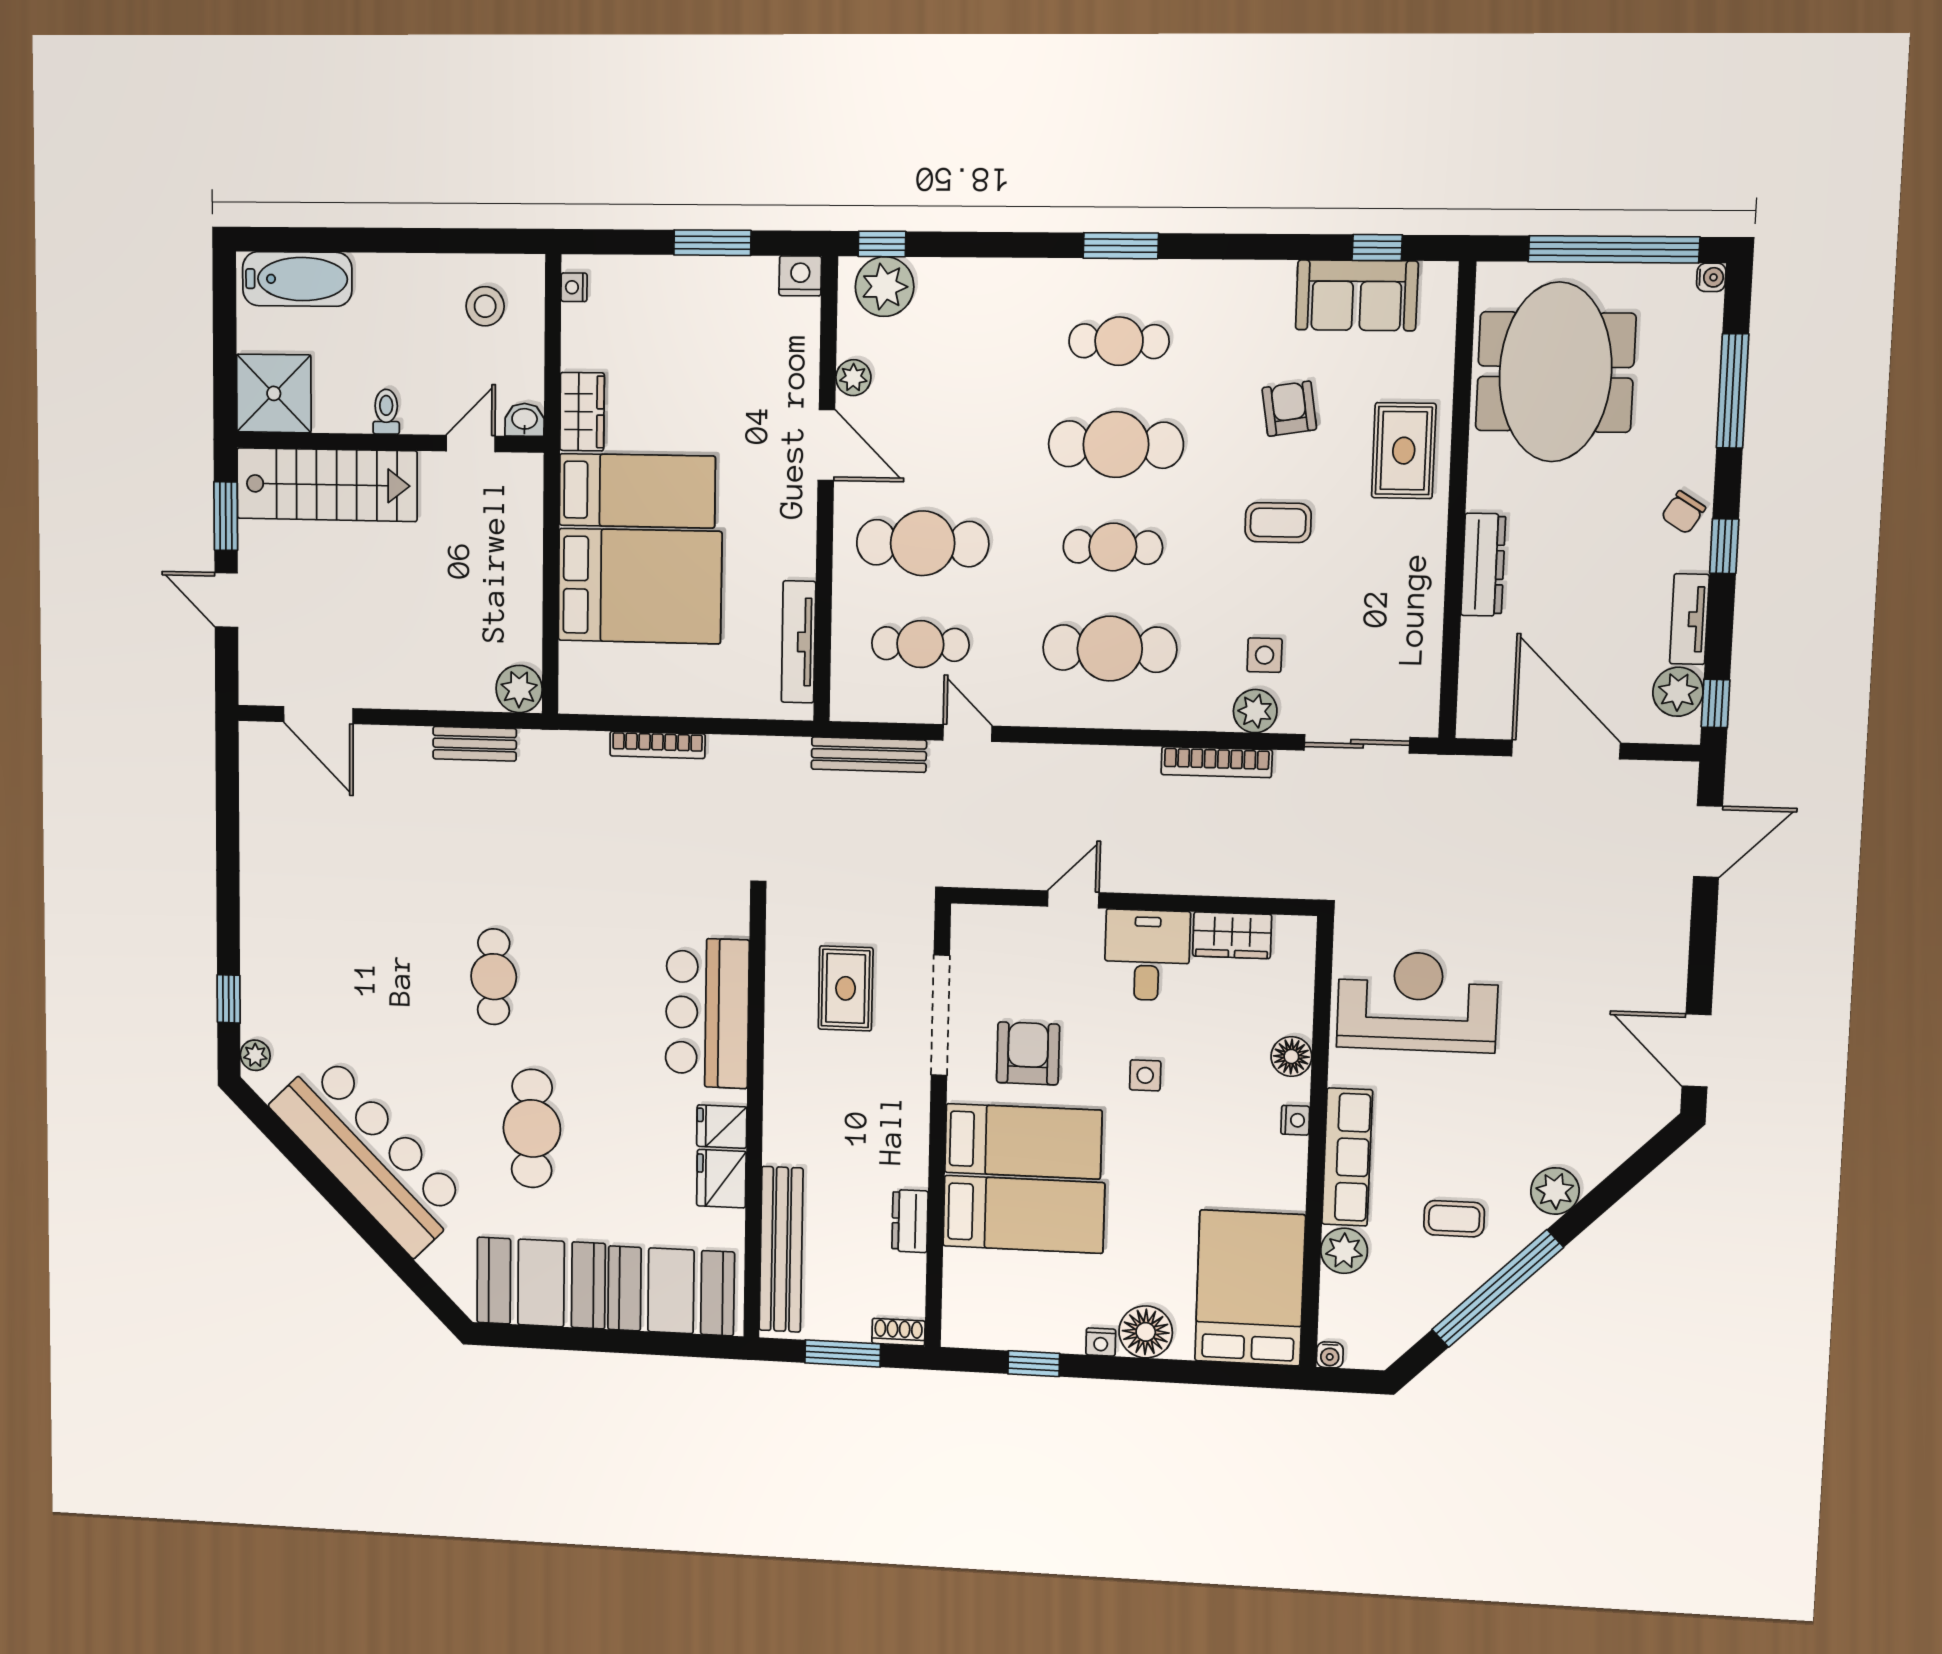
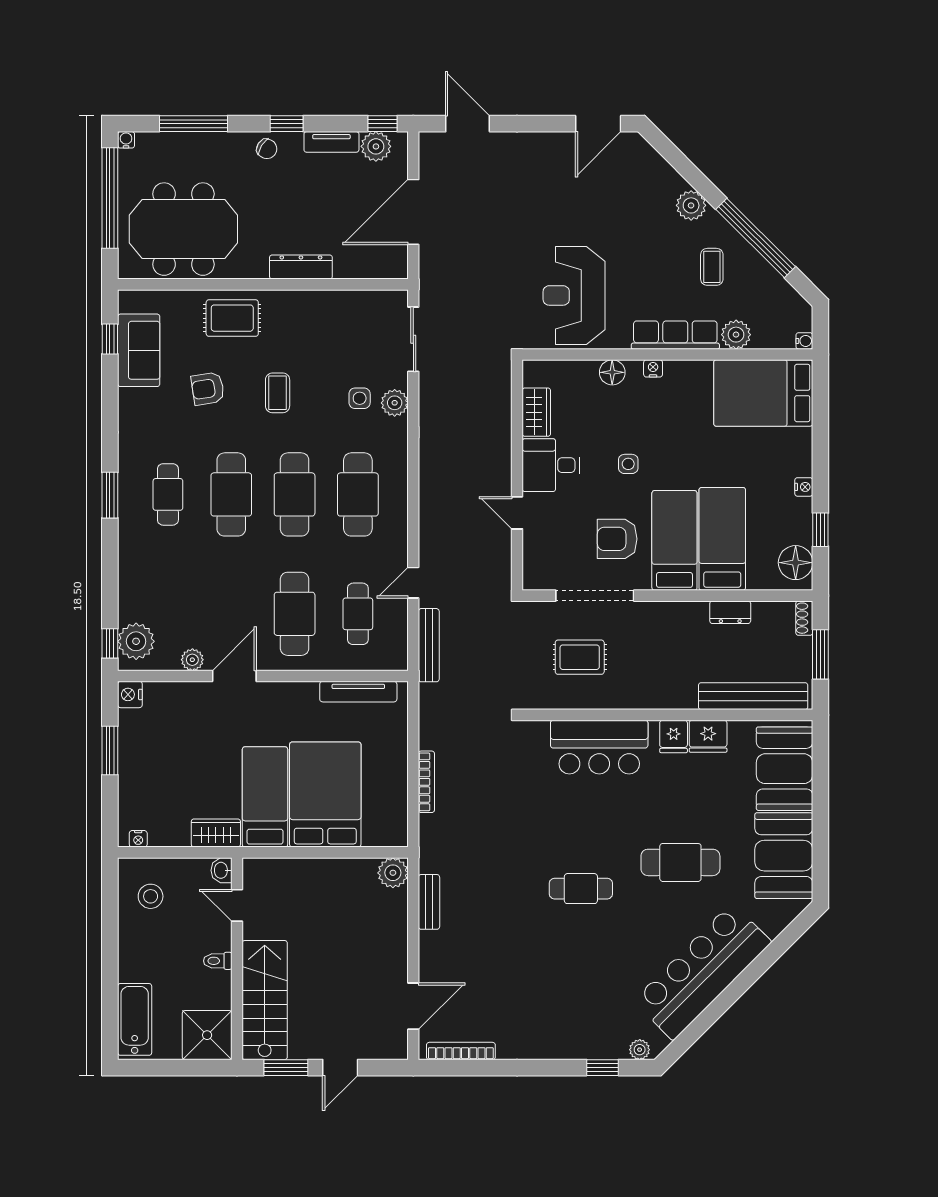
cafe table: (1113, 547) -> (295, 494), width x1.37, depth x1.35
bookcase: (1217, 762) -> (461, 1051), moved, turned -90
floor lamp: (1146, 1332) -> (796, 563), moved

